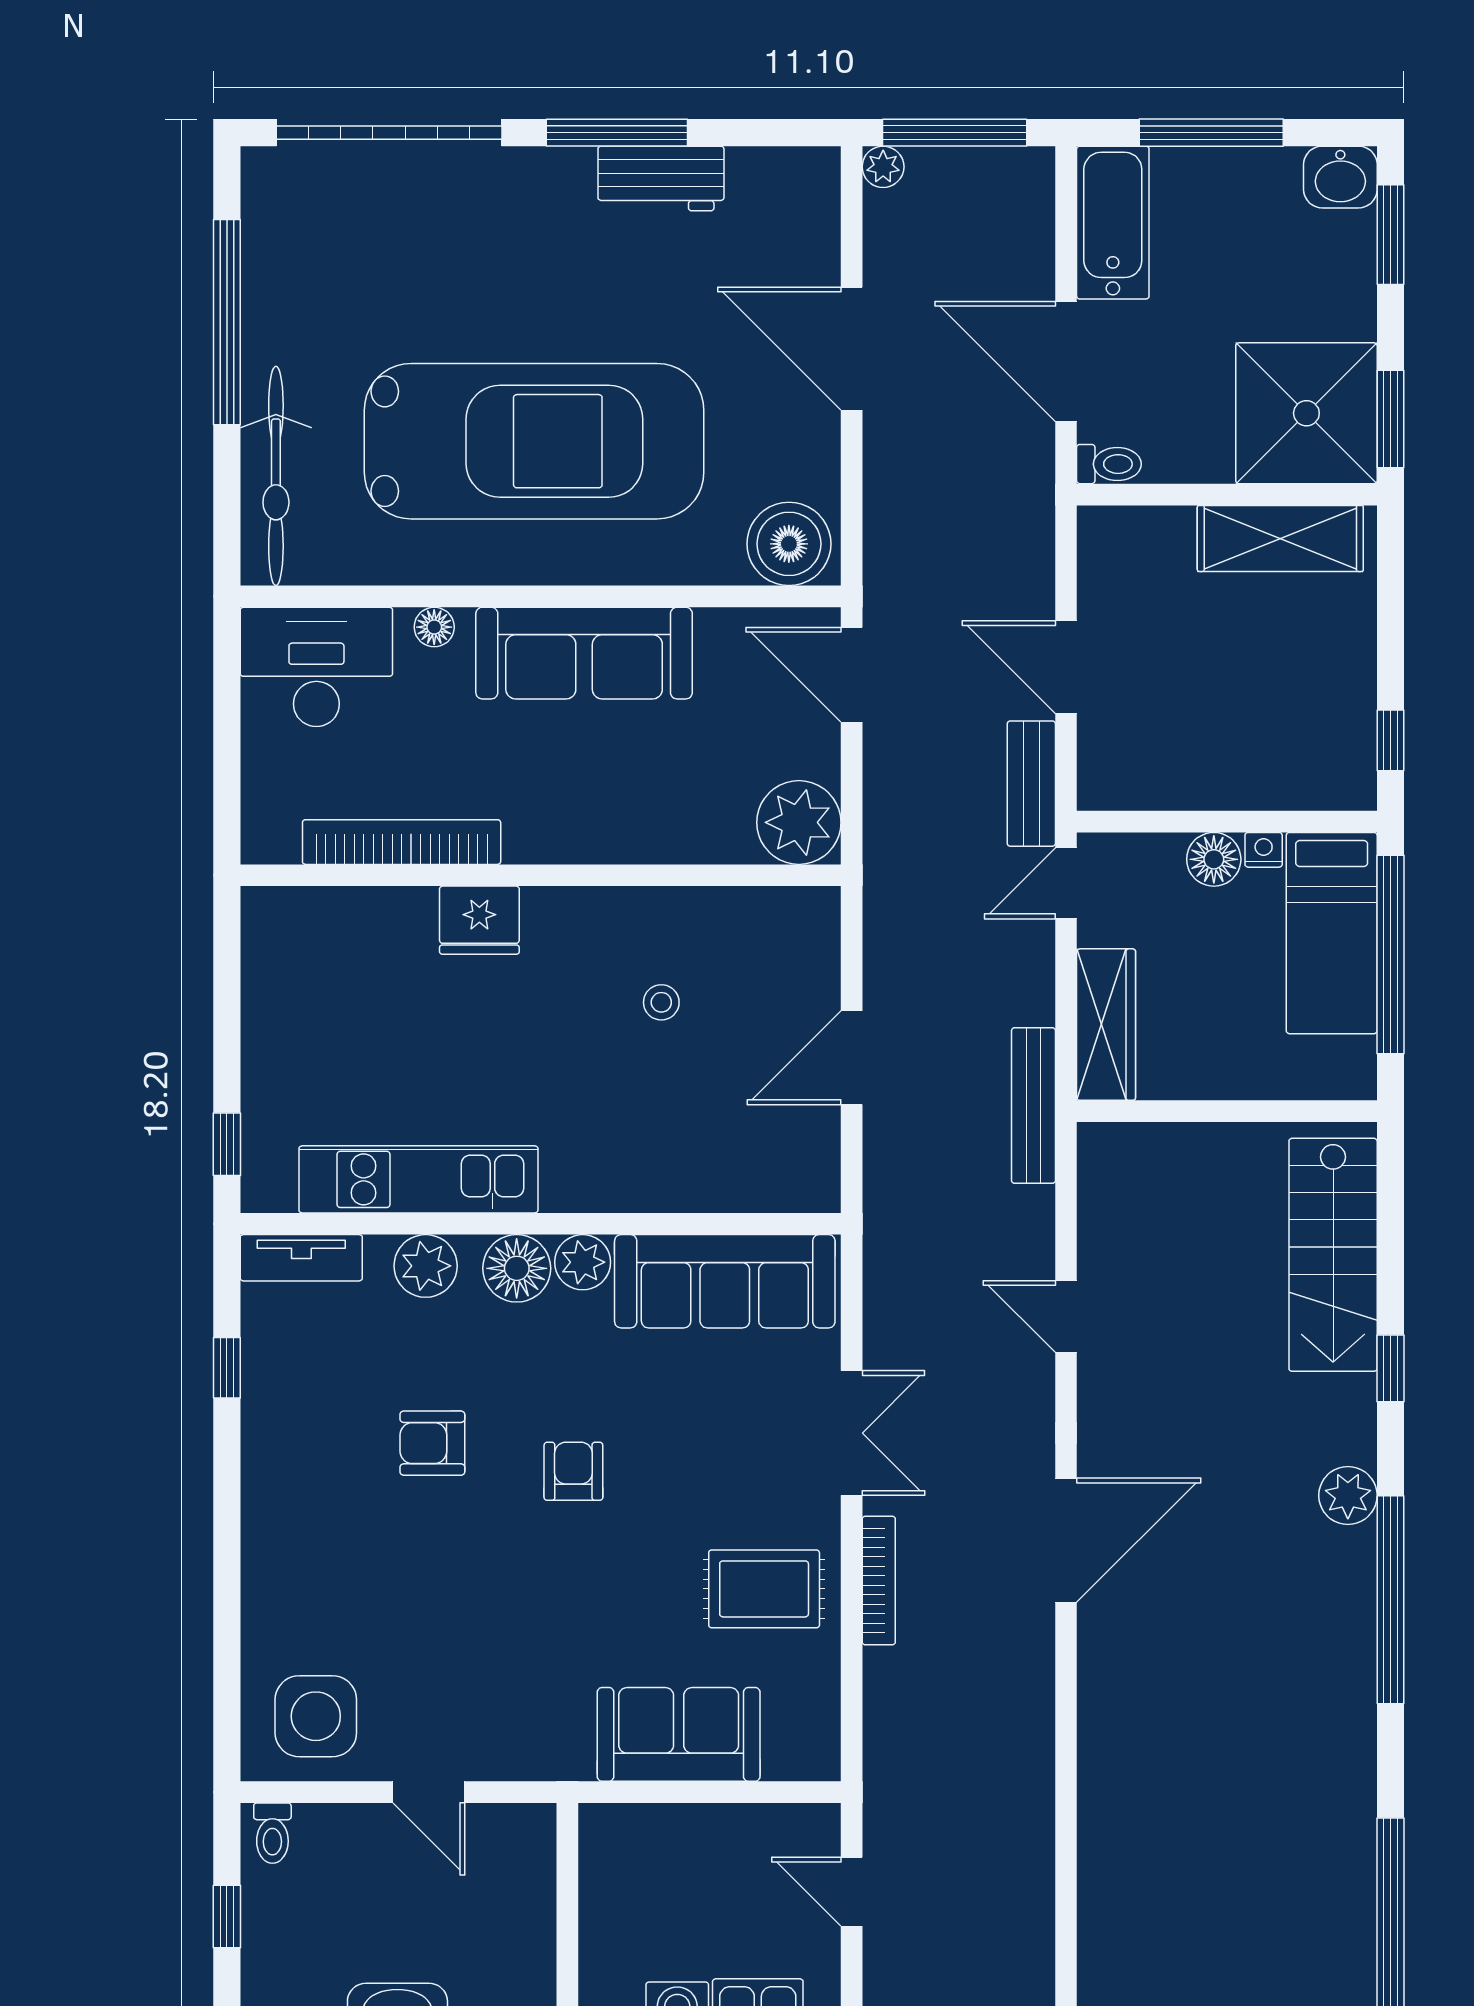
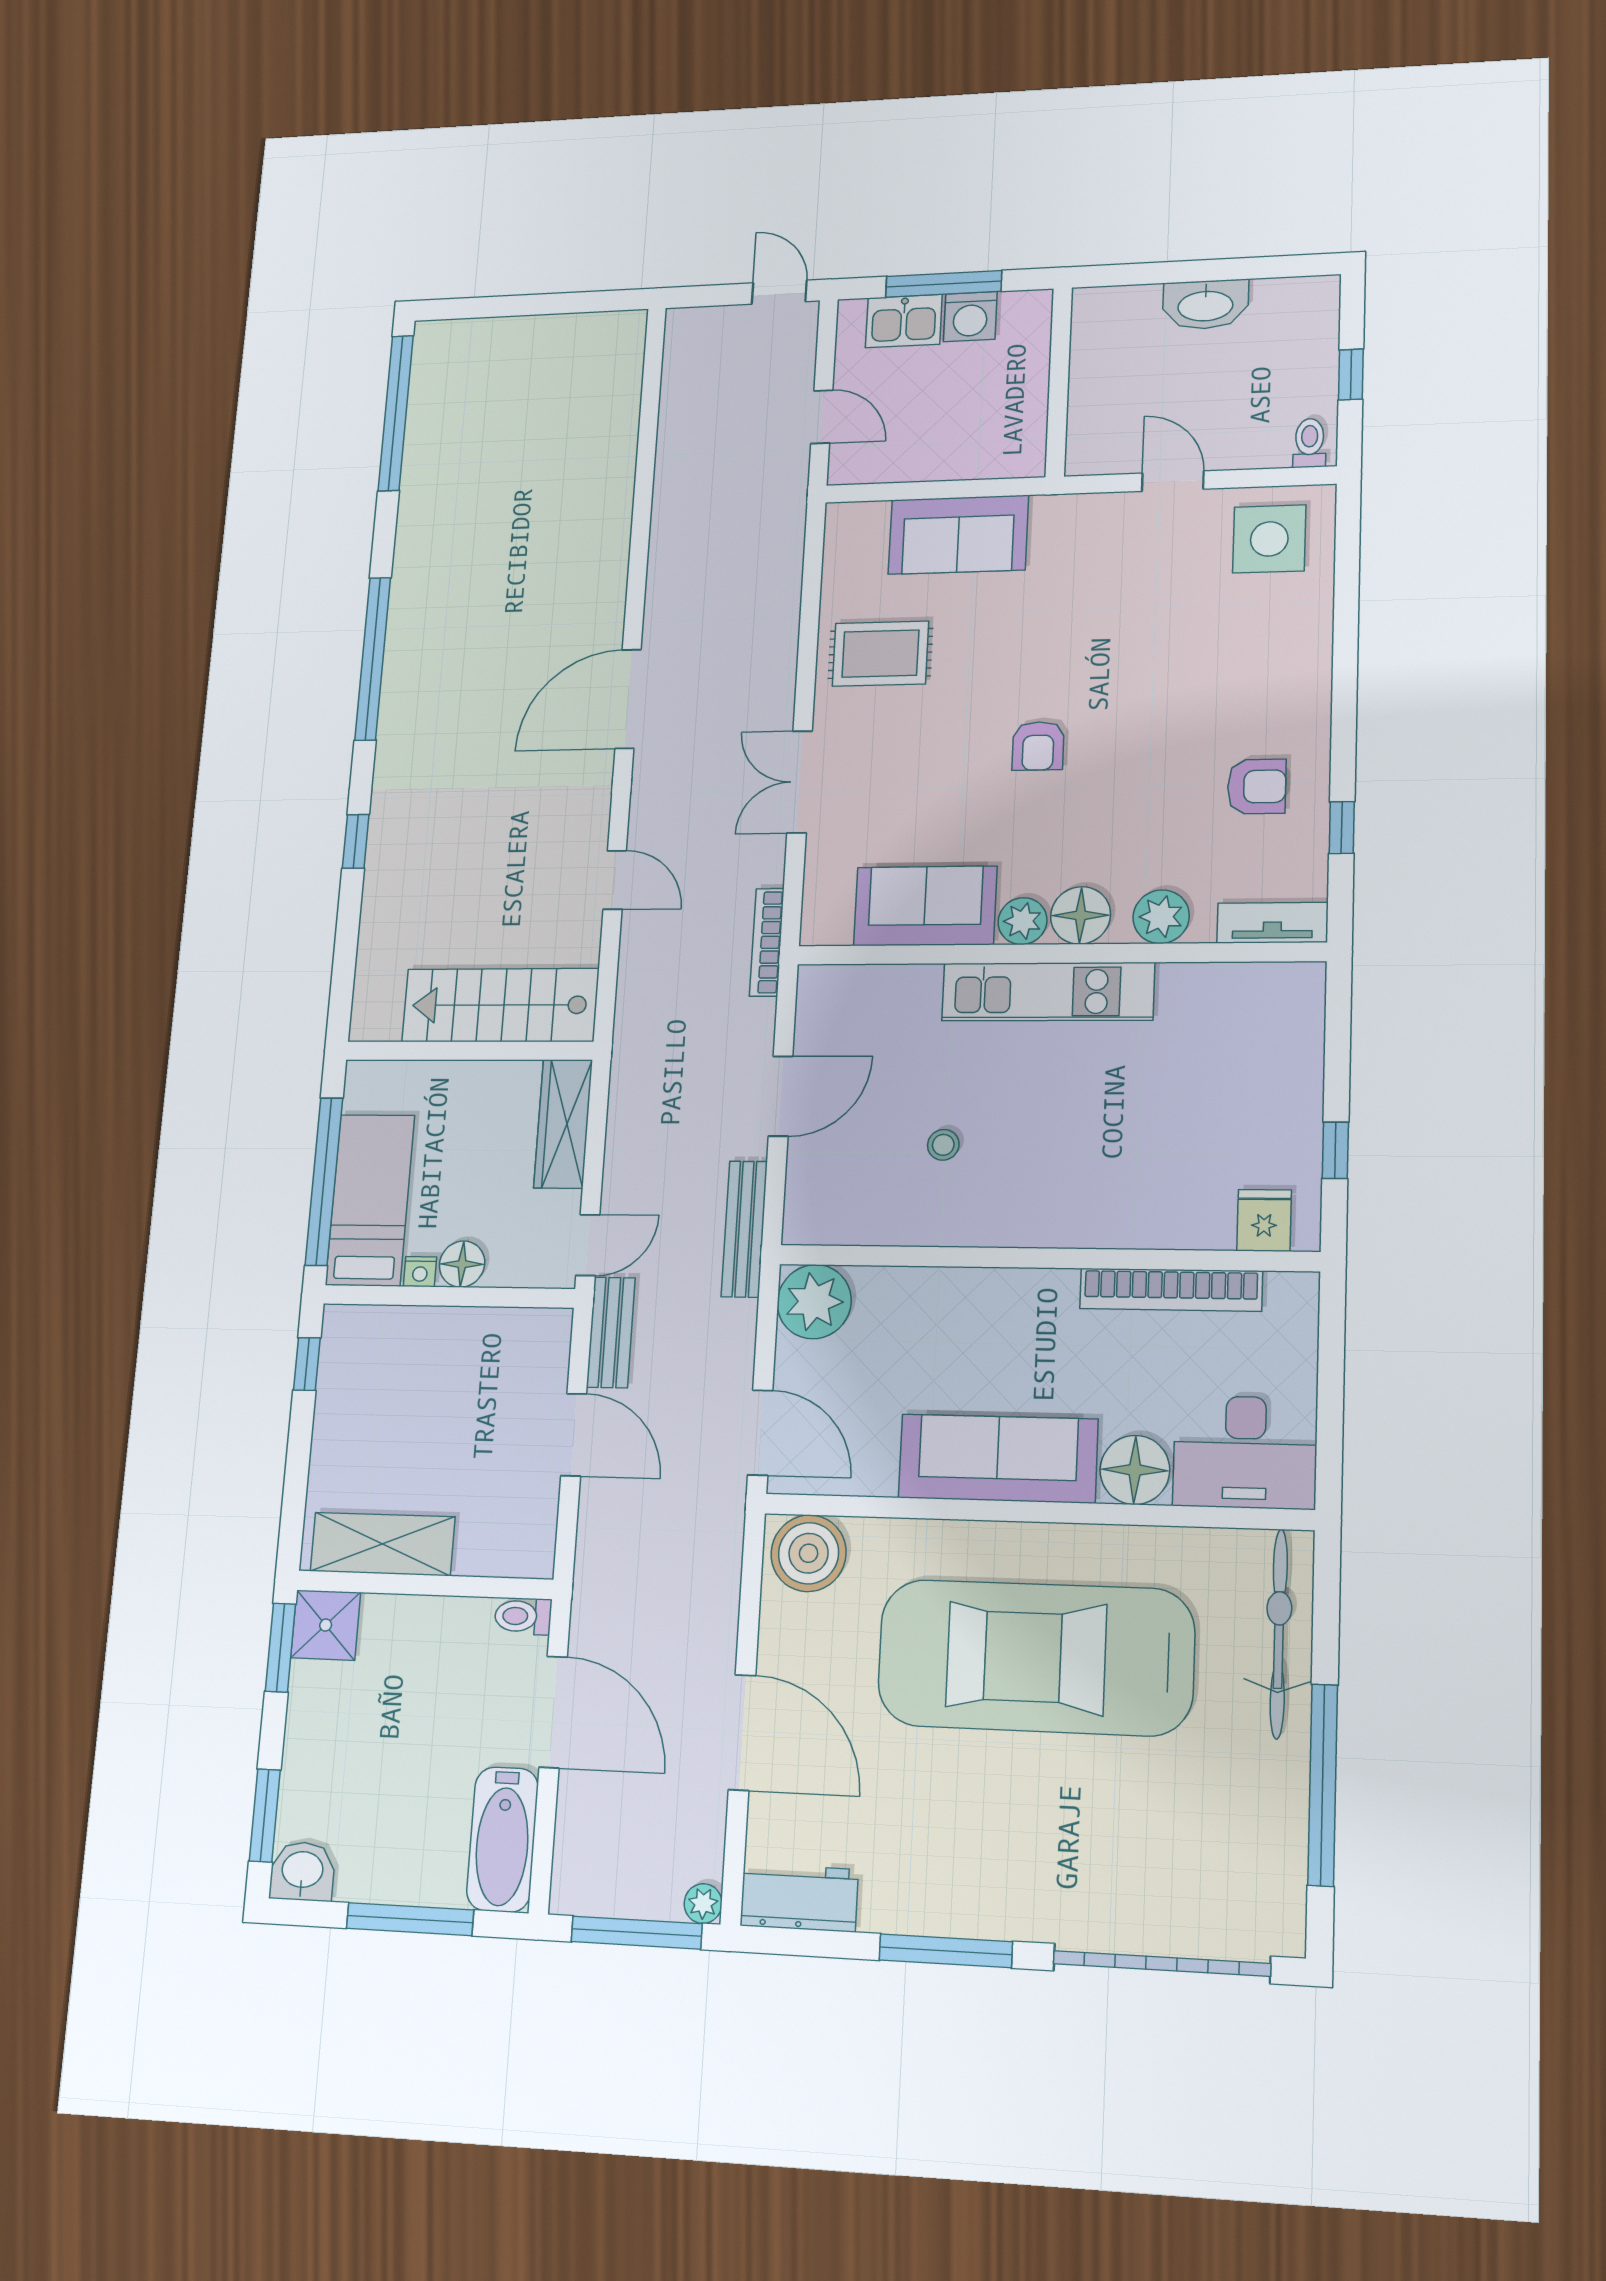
workbench: (661, 178) -> (799, 1898), moved
shower: (1306, 413) -> (326, 1625), width x0.54, depth x0.54
floor lamp: (434, 627) -> (1135, 1470), width x1.89, depth x1.89
fridge: (479, 920) -> (1264, 1220), moved, width x0.72
bench: (1033, 1106) -> (744, 1229), moved
window: (227, 1144) -> (1335, 1150), moved
kitchen unit: (418, 1179) -> (1048, 992), moved
stairs: (1333, 1255) -> (500, 1005), moved, turned -90
sofa: (725, 1281) -> (925, 906), width x0.73
armchair: (432, 1443) -> (1257, 787), moved
plant: (1348, 1495) -> (399, 740), removed
bookcase: (879, 1581) -> (767, 942), moved

